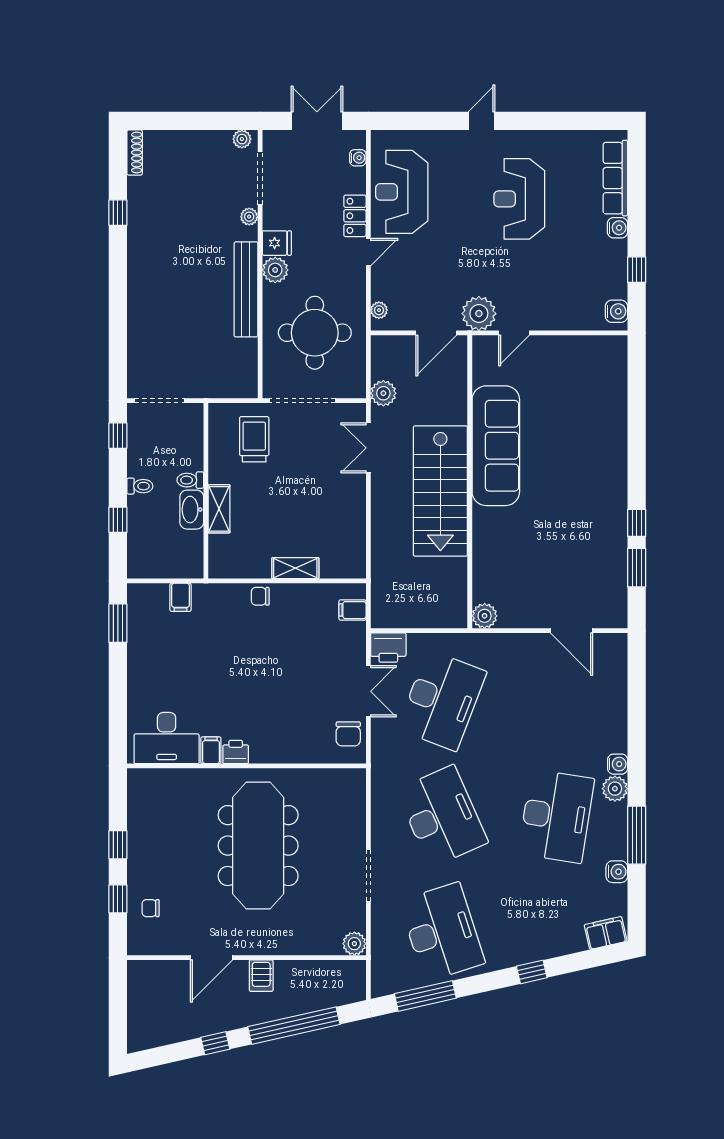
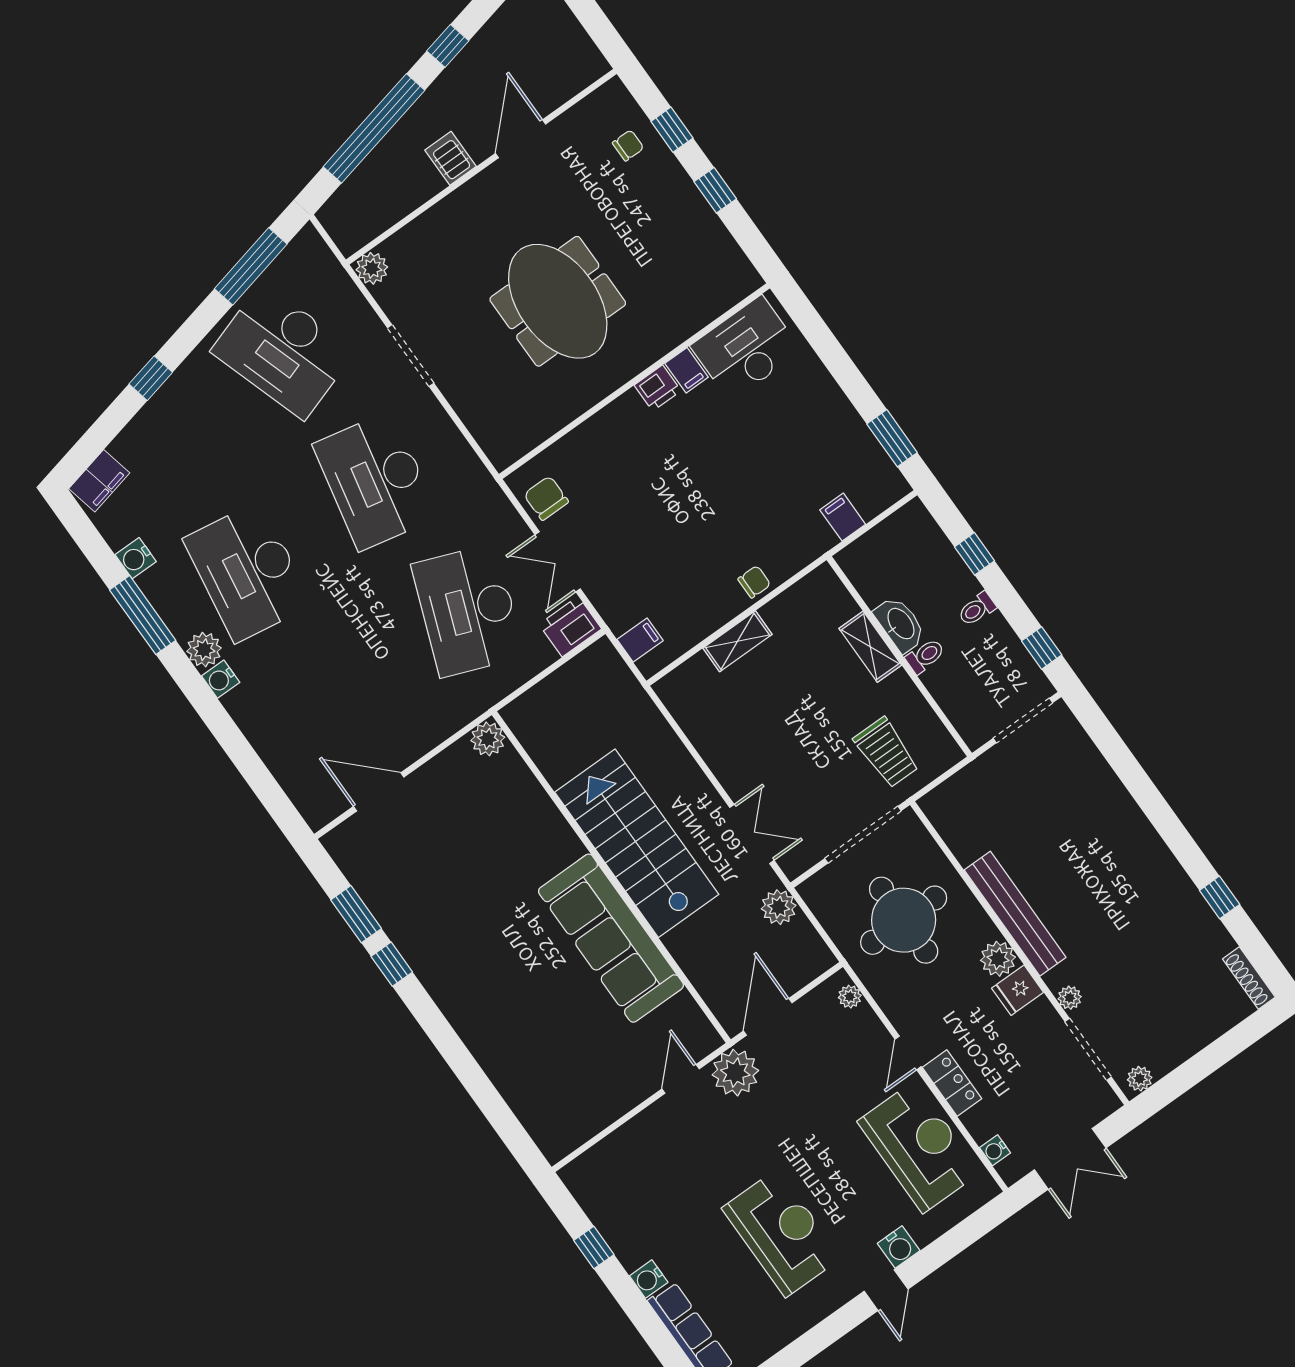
water cooler: (616, 311) -> (899, 1247), moved, turned -90
desk: (442, 816) -> (376, 481), turned 36
meeting table: (258, 846) -> (558, 301), width x0.73

